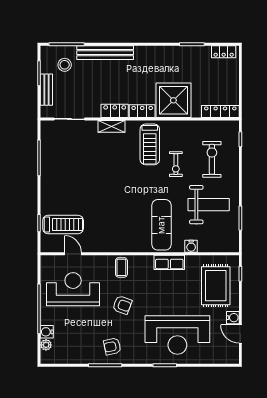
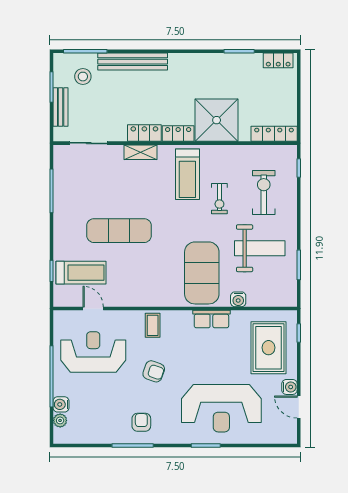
exercise mat: (94, 190) -> (119, 231), added
exercise mat: (161, 225) -> (202, 273), width x1.47
armchair: (112, 346) -> (141, 422), turned 102

